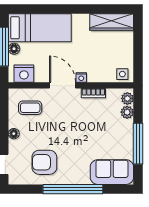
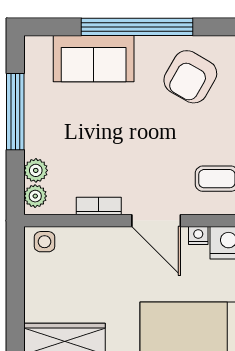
nightstand: (81, 77) -> (198, 235), moved
armchair: (44, 162) -> (190, 77), turned 120
sofa: (112, 172) -> (94, 59), moved

